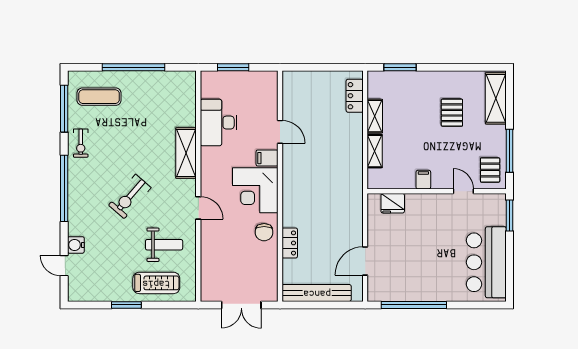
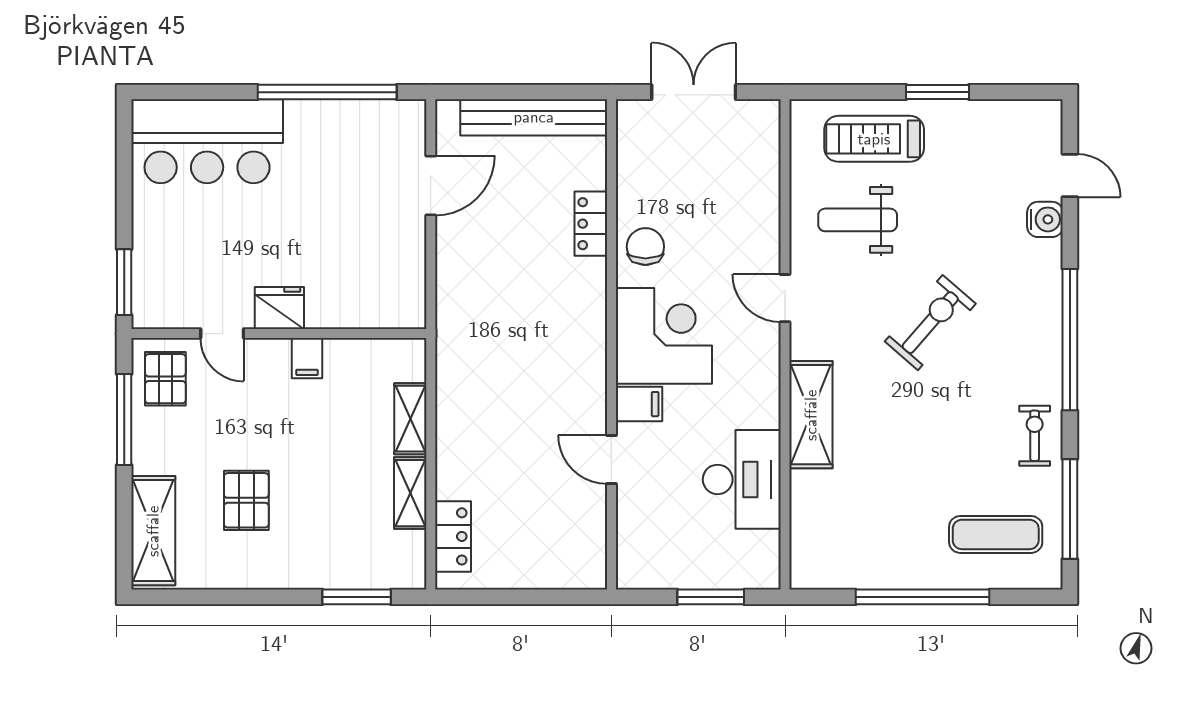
fridge: (393, 203) -> (279, 308), moved
bar counter: (486, 262) -> (207, 141), moved, turned 90

